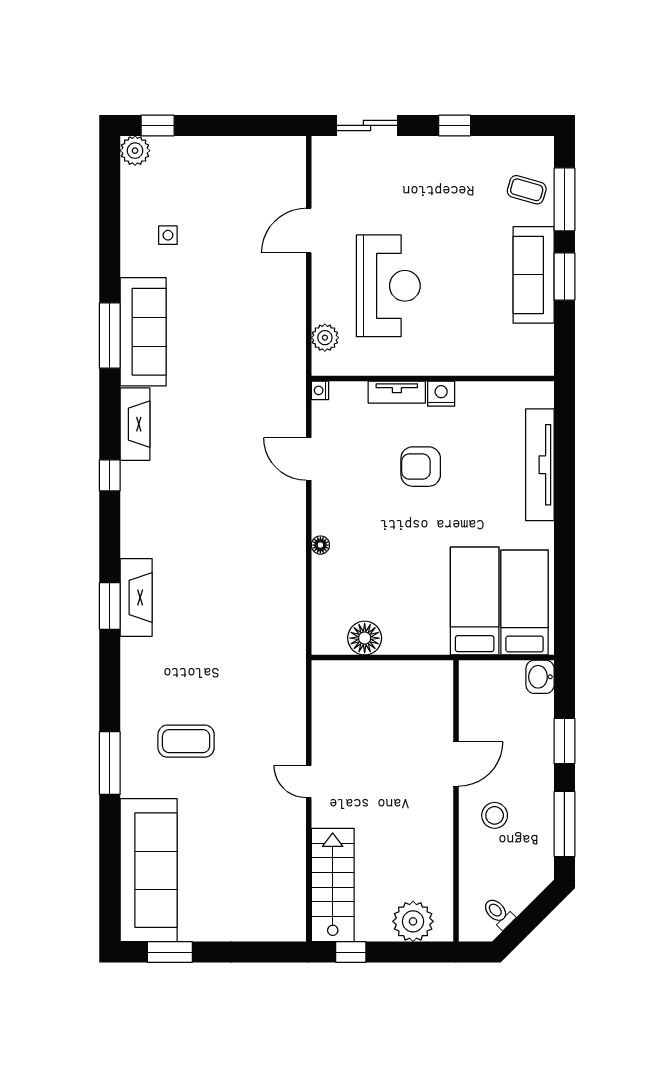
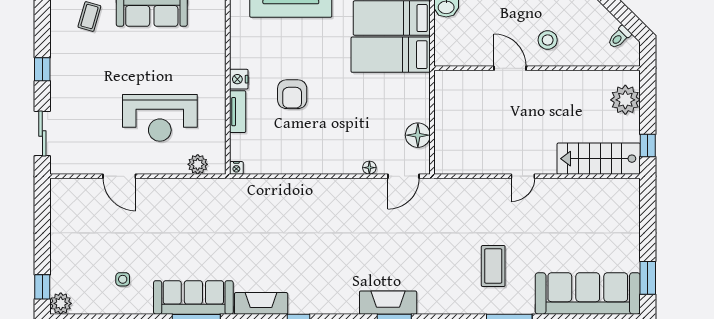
reception desk: (388, 286) -> (160, 118), turned 180
door: (309, 459) -> (404, 176), moved
floor lamp: (320, 545) -> (369, 168), moved

